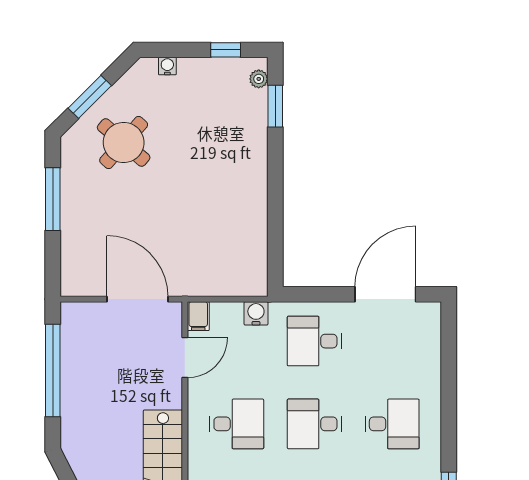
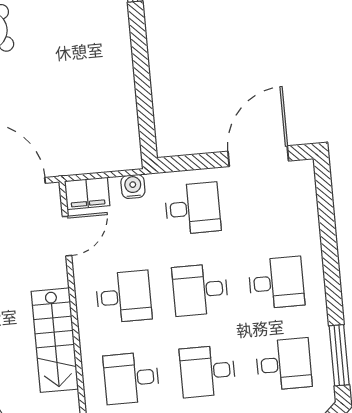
filing cabinet: (198, 316) -> (87, 193), width x2.00
desk: (314, 341) -> (193, 208), turned 180

